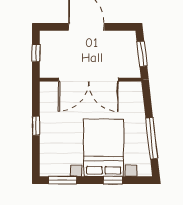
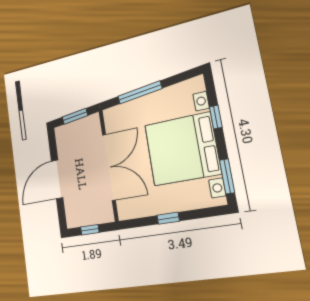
window: (152, 138) -> (140, 92), moved
bed with nightstands: (104, 148) -> (182, 149), width x1.36

